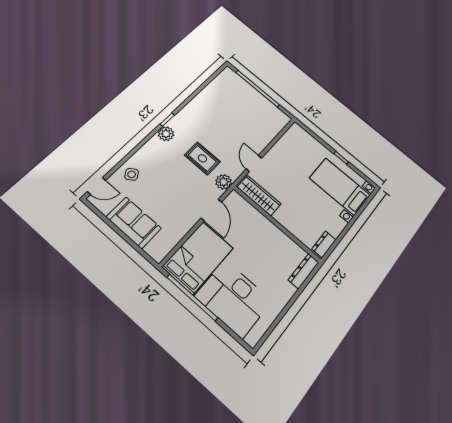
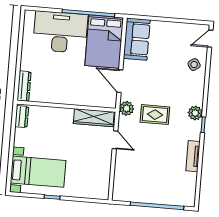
tv unit: (197, 102) -> (193, 156), added
sofa: (134, 223) -> (137, 39), moved, turned -90

